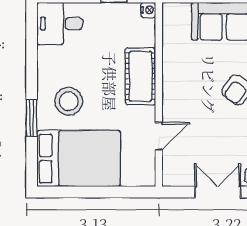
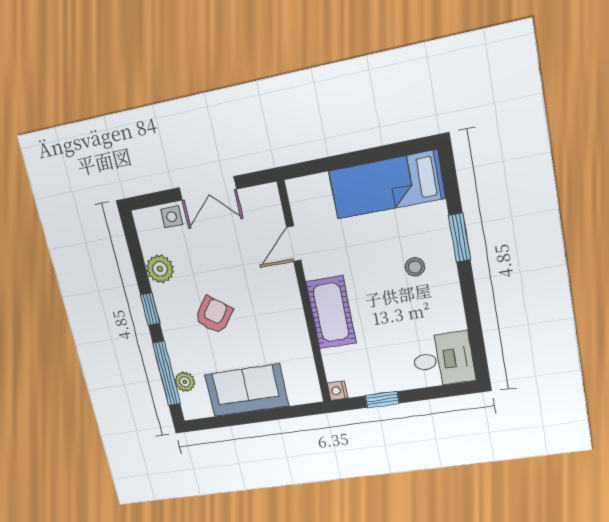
stool: (69, 101) -> (415, 267), width x0.53, depth x0.53
bed: (79, 159) -> (387, 185), width x0.67

